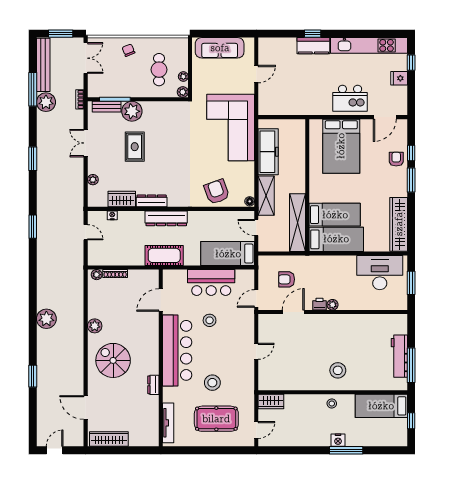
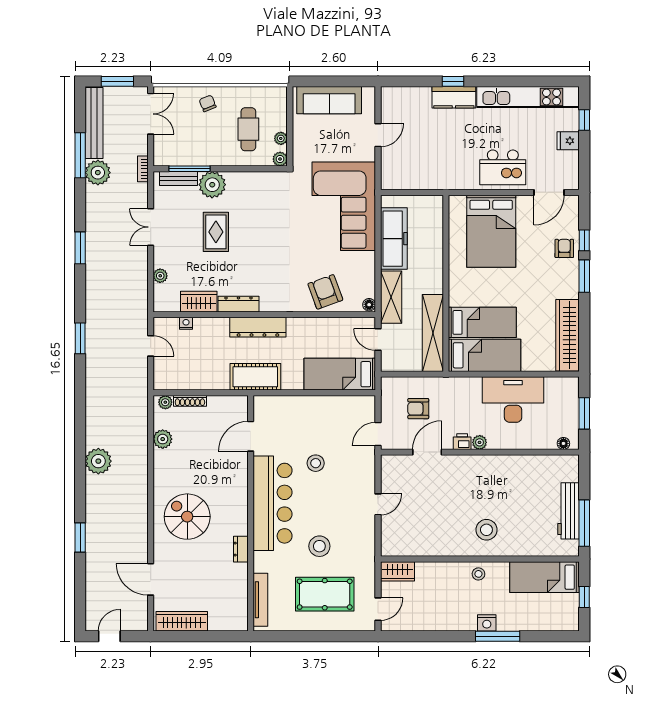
desk: (380, 273) -> (513, 400), moved
bar counter: (211, 282) -> (318, 413), removed
floor lamp: (396, 306) -> (563, 443), added
plant: (95, 326) -> (163, 439), moved

